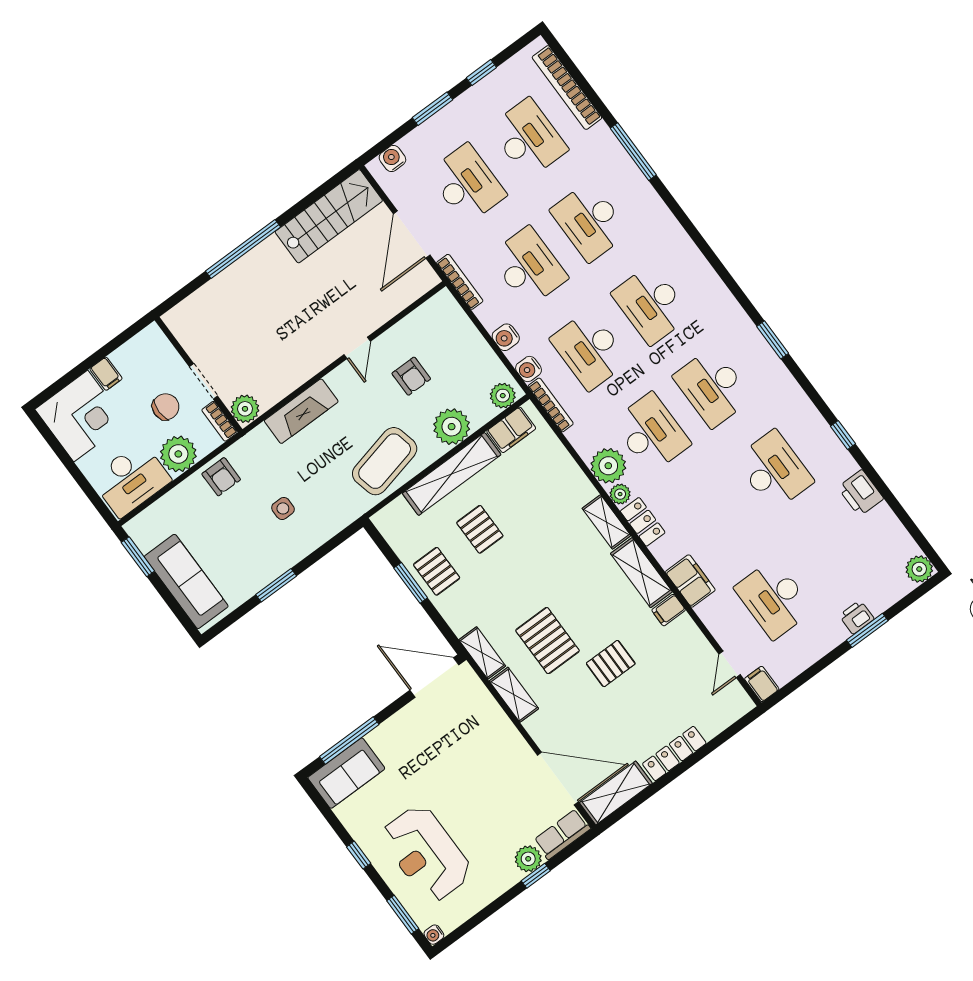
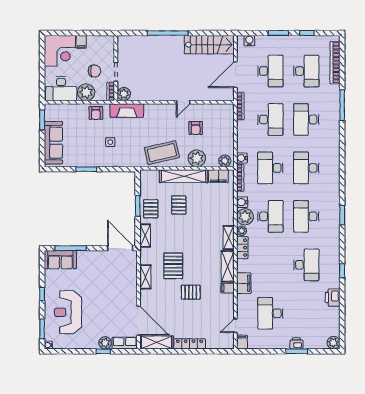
water cooler: (506, 337) -> (242, 202), moved
fireplace: (301, 411) -> (127, 110), moved
shelving: (482, 653) -> (145, 236), moved

